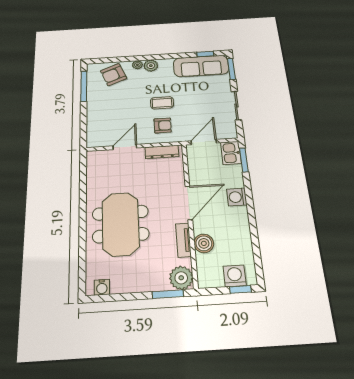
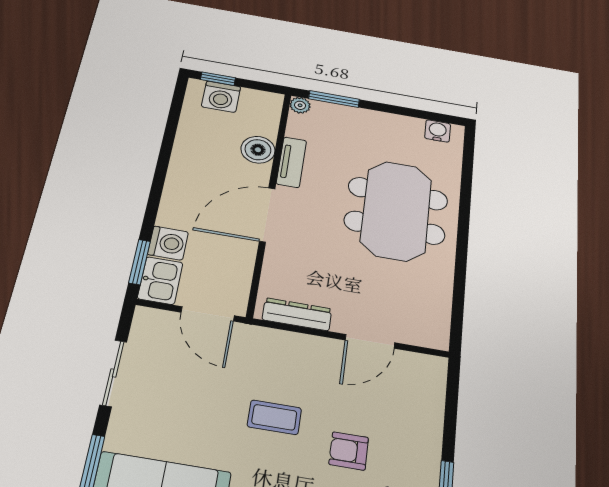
armchair: (163, 125) -> (349, 451), moved
door: (204, 142) -> (208, 314), hinge flipped
washing machine: (237, 197) -> (168, 243), moved
plant: (181, 278) -> (300, 105), width x0.53, depth x0.53

